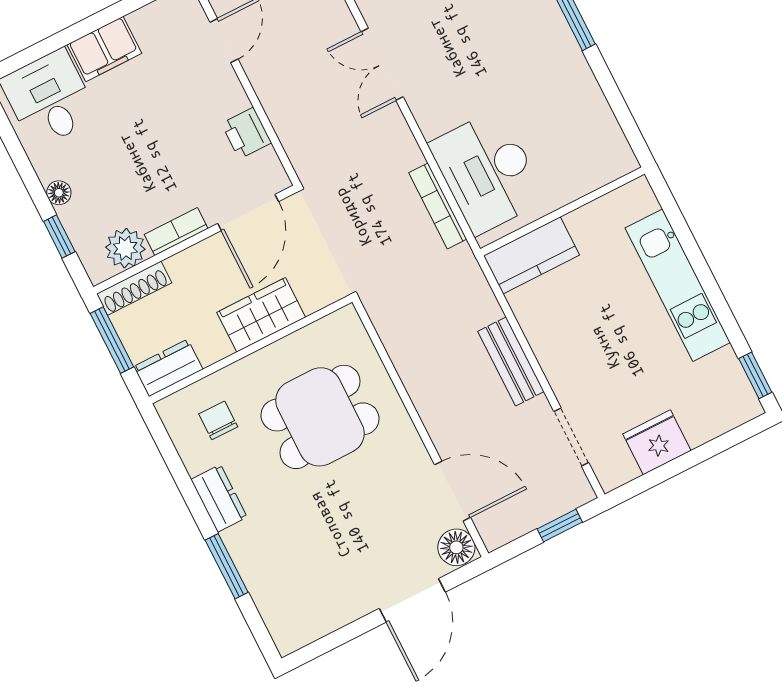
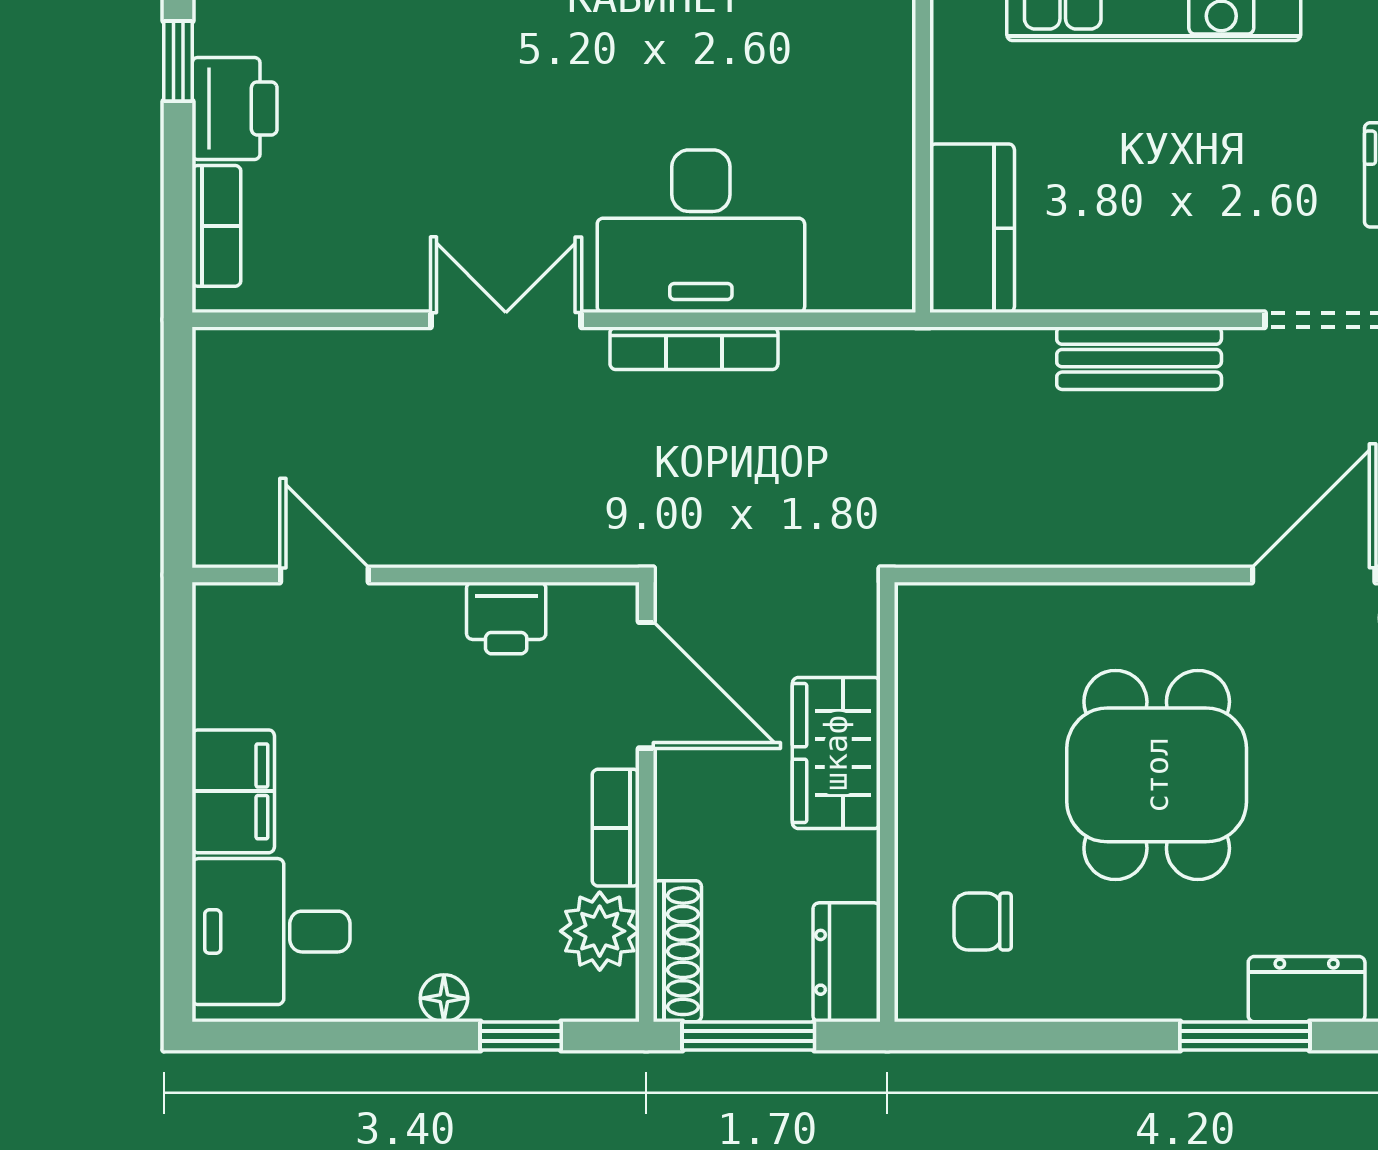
double door: (382, 64) -> (506, 320), swing flipped
desk: (487, 172) -> (701, 231), moved
bookcase: (438, 206) -> (694, 348), moved
dining table: (320, 417) -> (1157, 775), moved
dresser: (219, 498) -> (1307, 989), moved

